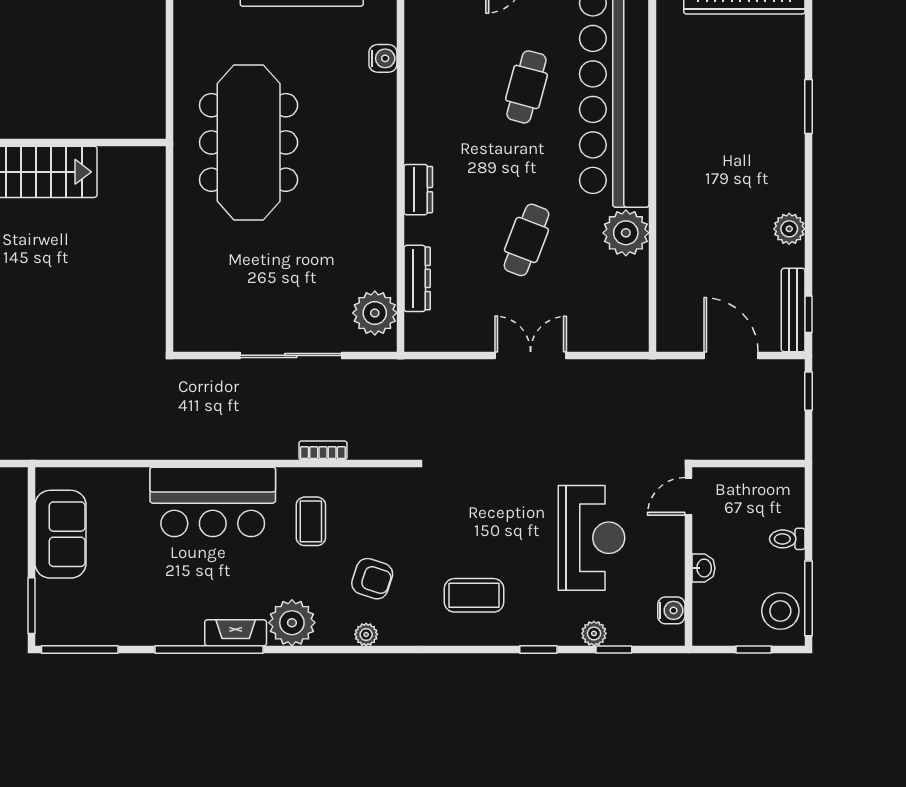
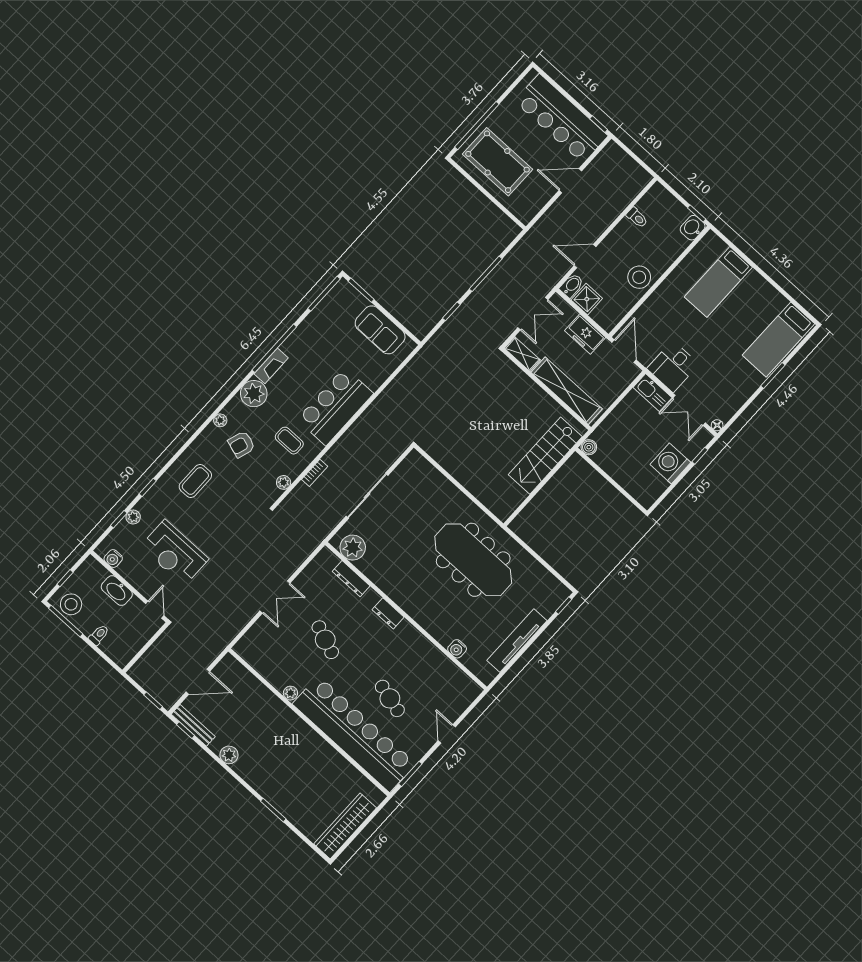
plant: (626, 233) -> (290, 693), width x0.53, depth x0.53
plant: (372, 479) -> (284, 482), added
washbasin: (703, 568) -> (117, 591), width x1.91, depth x1.45

